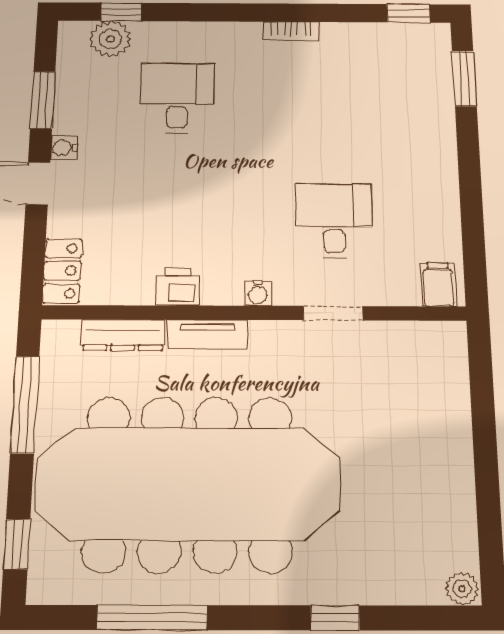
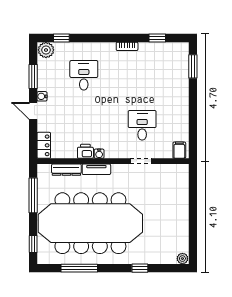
window: (408, 13) -> (157, 38), moved
plant: (110, 39) -> (46, 50), moved
water cooler: (258, 293) -> (99, 154), moved

